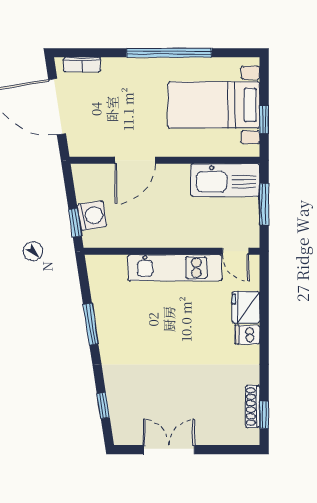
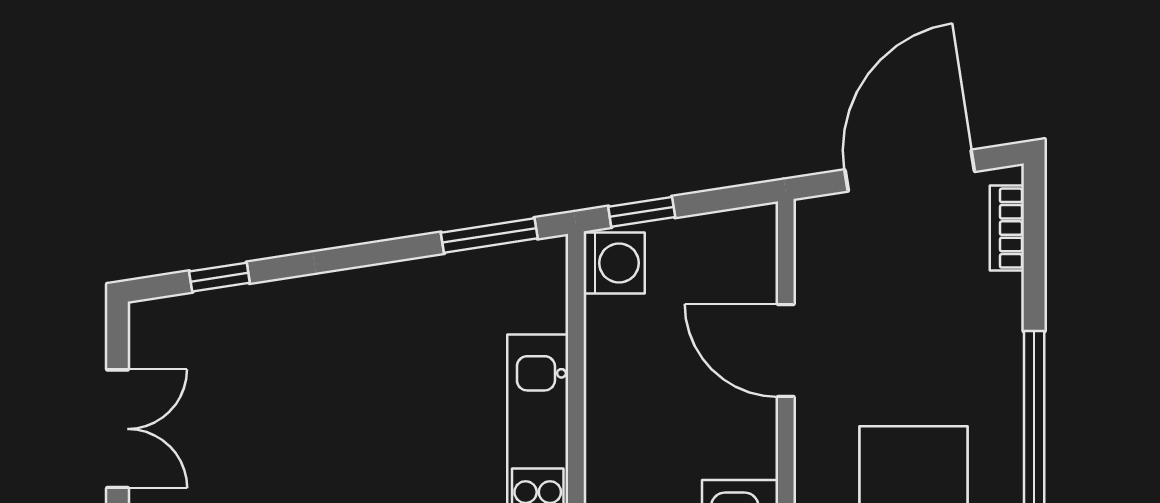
washing machine: (92, 216) -> (614, 263), moved, turned -81
window: (91, 324) -> (489, 235), moved

